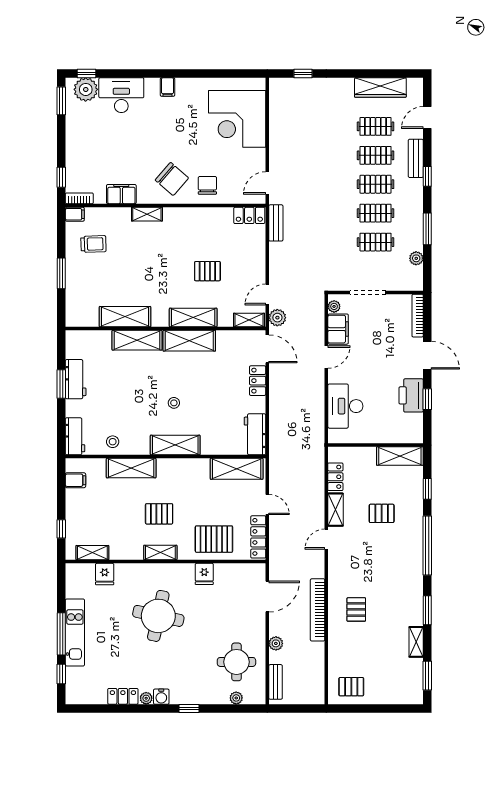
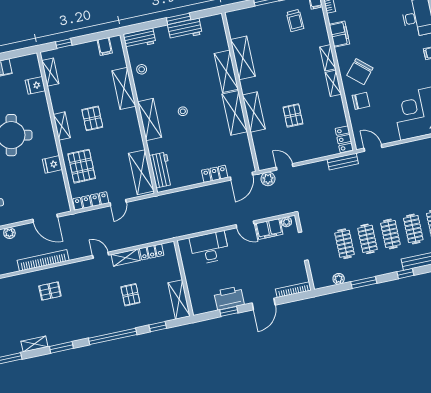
shelving: (249, 320) -> (333, 83), moved
workbench: (255, 434) -> (161, 170), moved, turned 90

